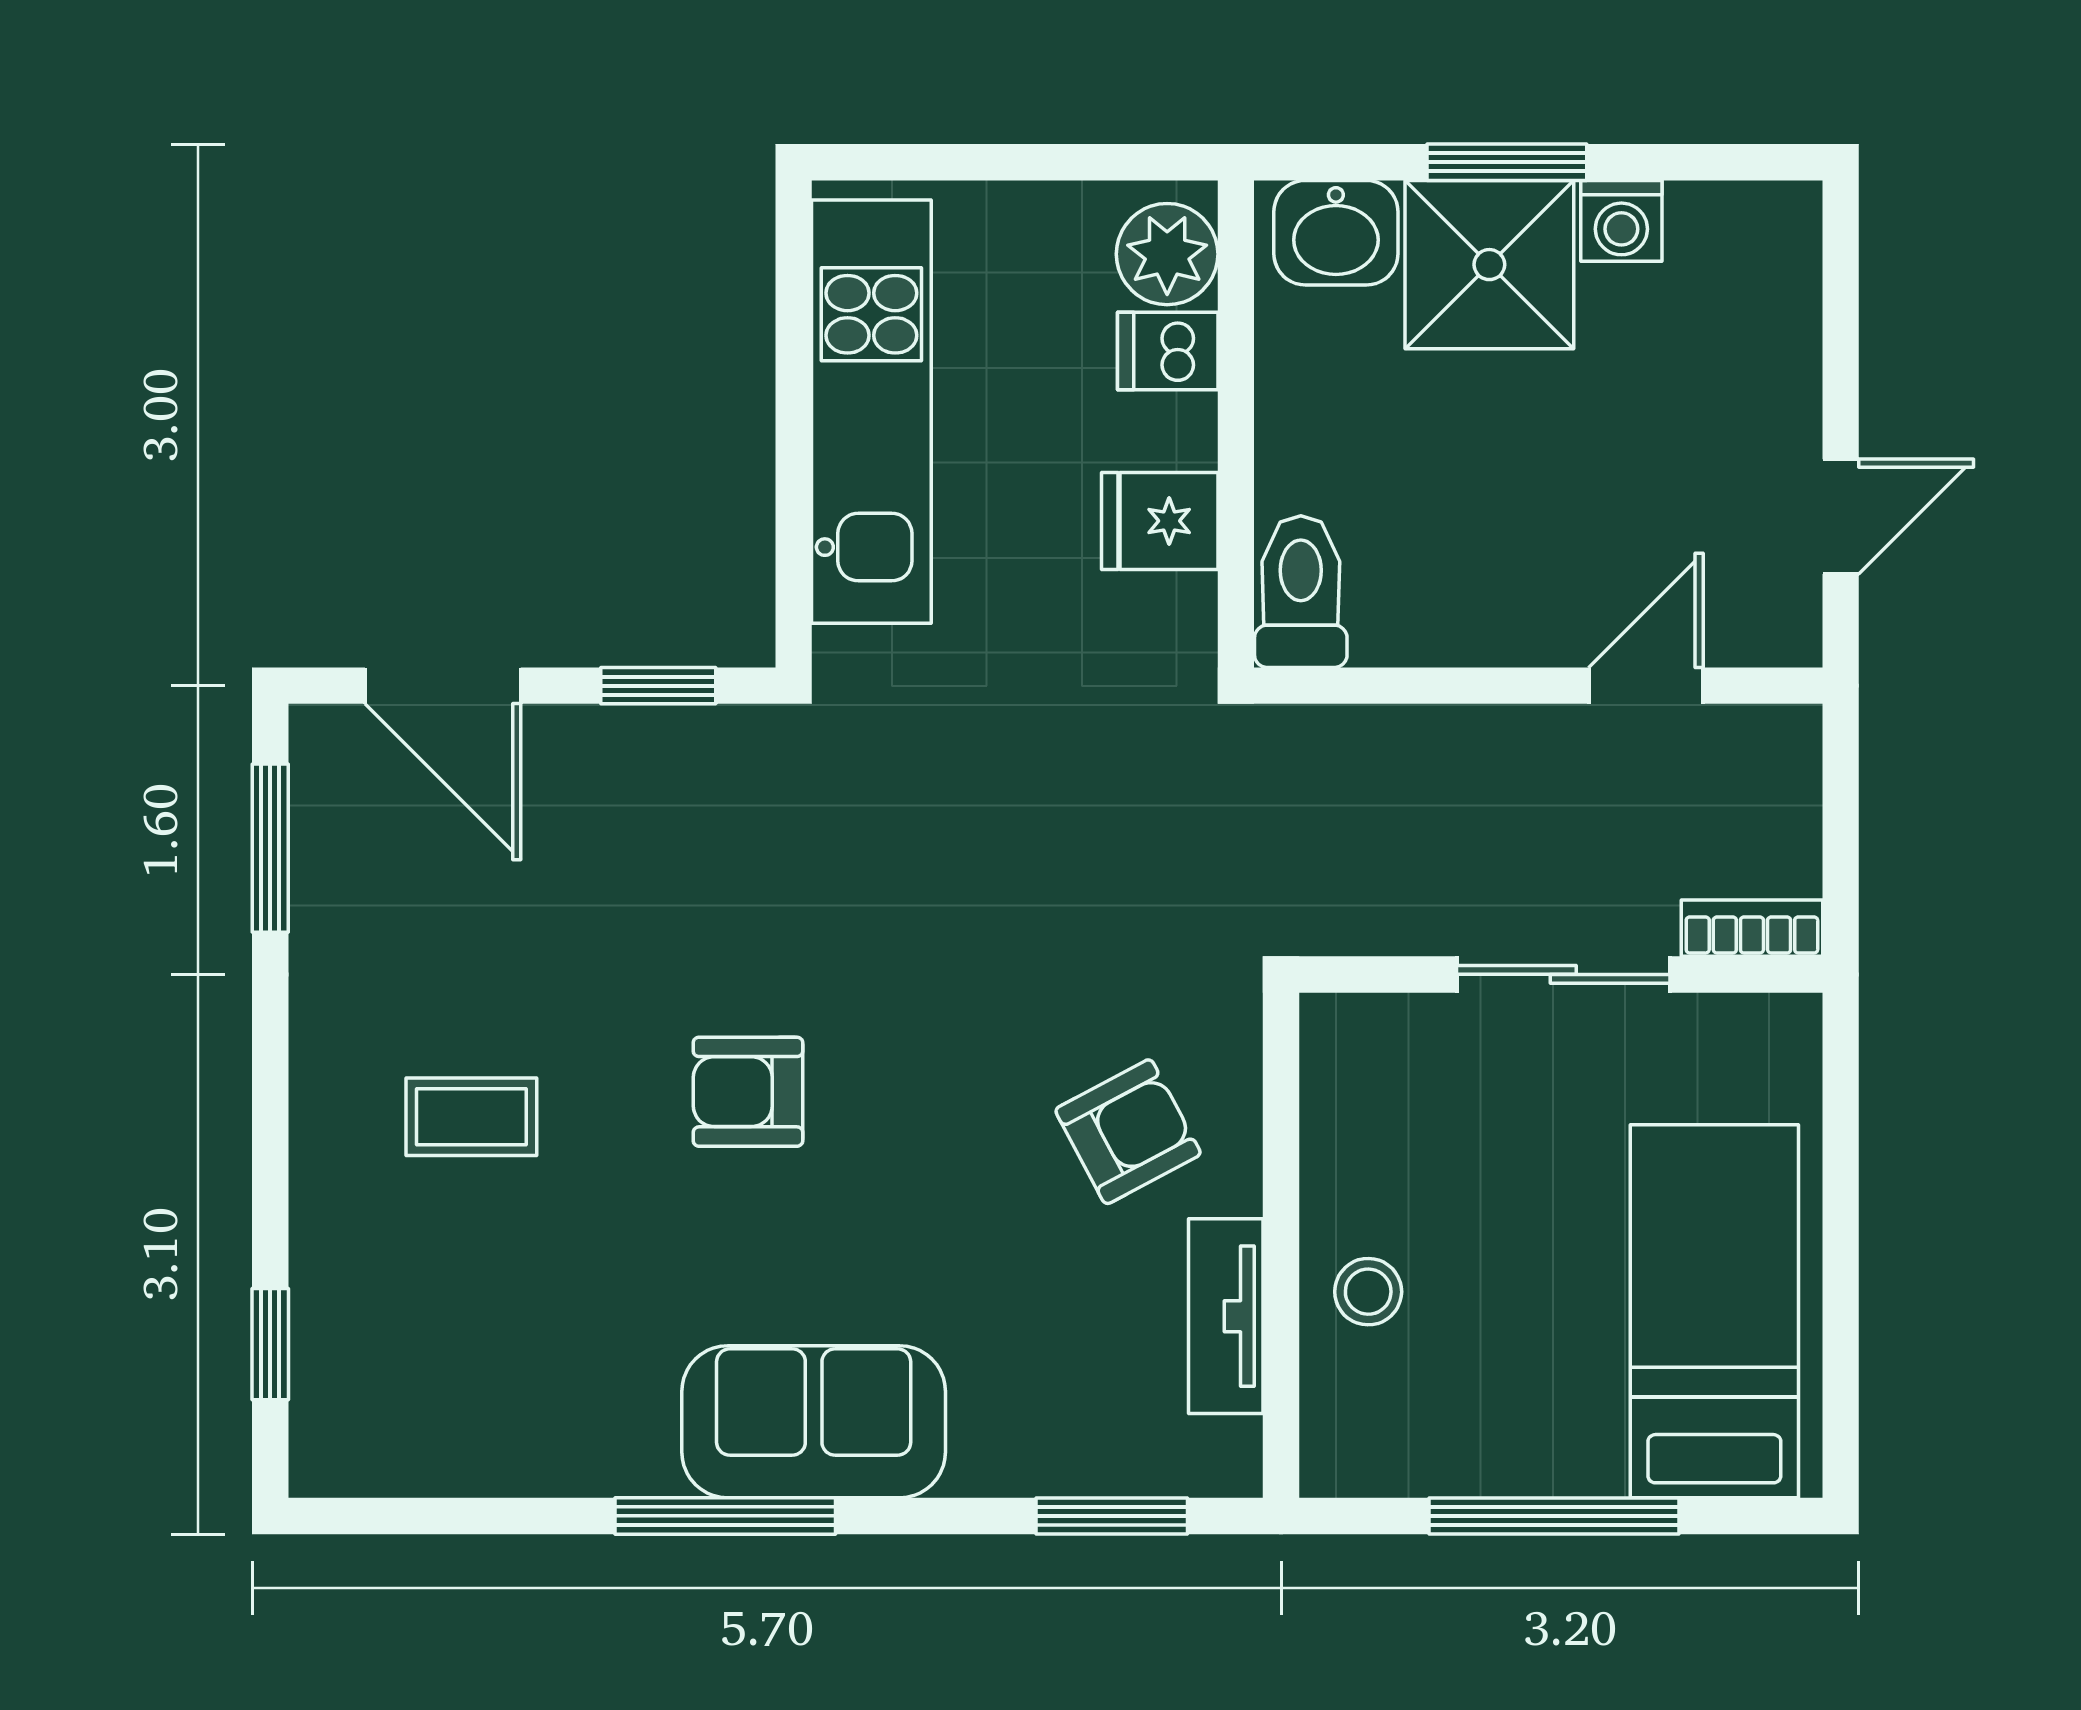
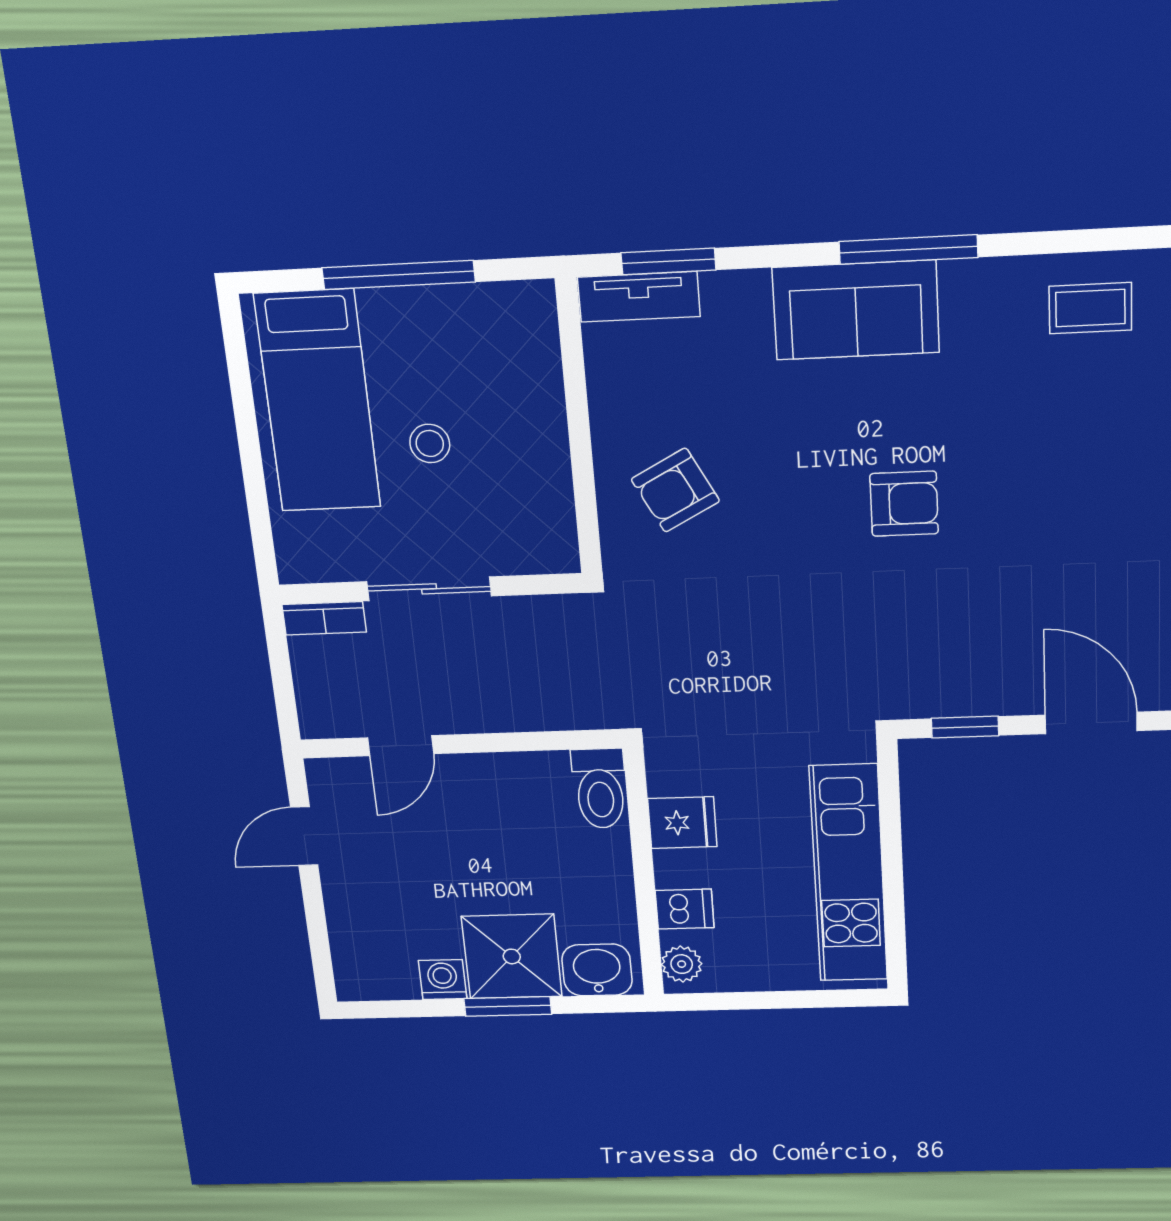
plant: (1167, 254) -> (682, 964), width x0.73, depth x0.73
coffee table: (471, 1117) -> (1090, 308), moved
stool: (1368, 1292) -> (430, 443), moved
tv unit: (1226, 1316) -> (639, 297), moved, turned 90

